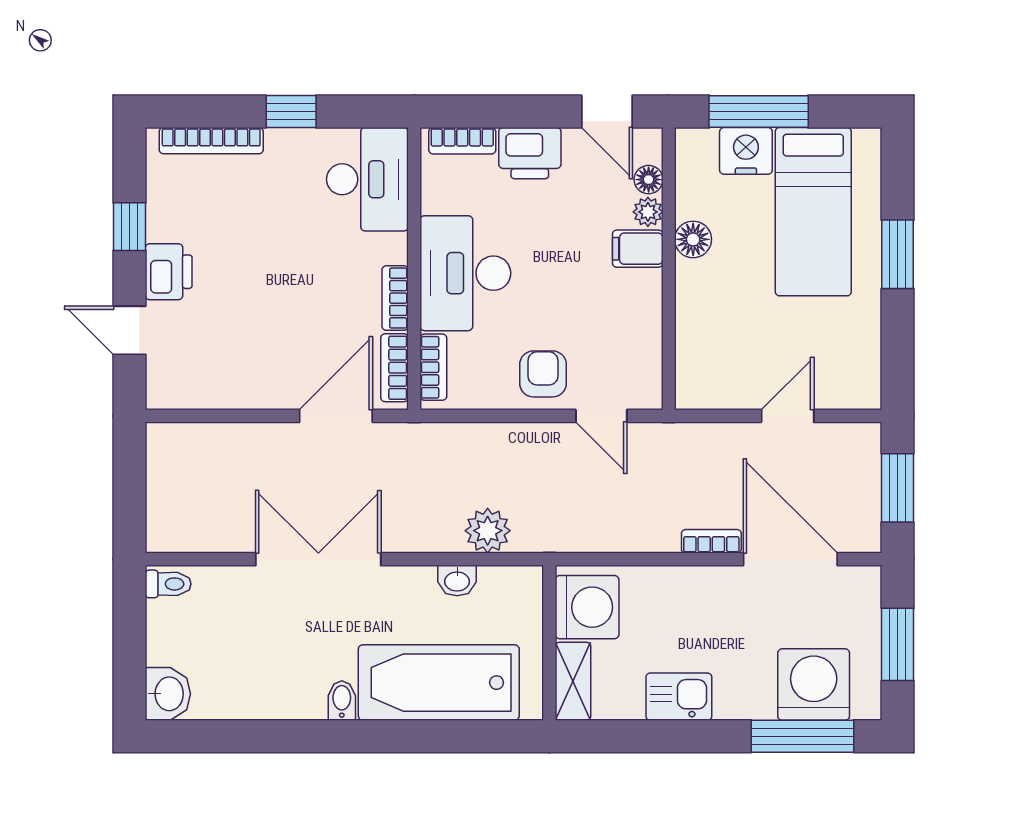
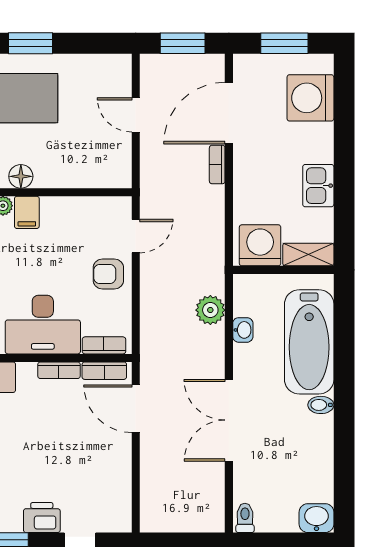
window: (802, 736) -> (344, 105), removed

